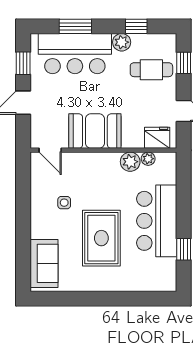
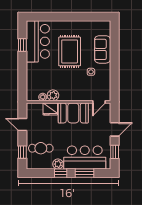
window: (136, 26) -> (61, 173), moved
fridge: (157, 138) -> (50, 109), moved
door: (50, 150) -> (99, 102), swing flipped
bar counter: (157, 221) -> (38, 41), moved
sofa: (44, 263) -> (103, 49), moved

